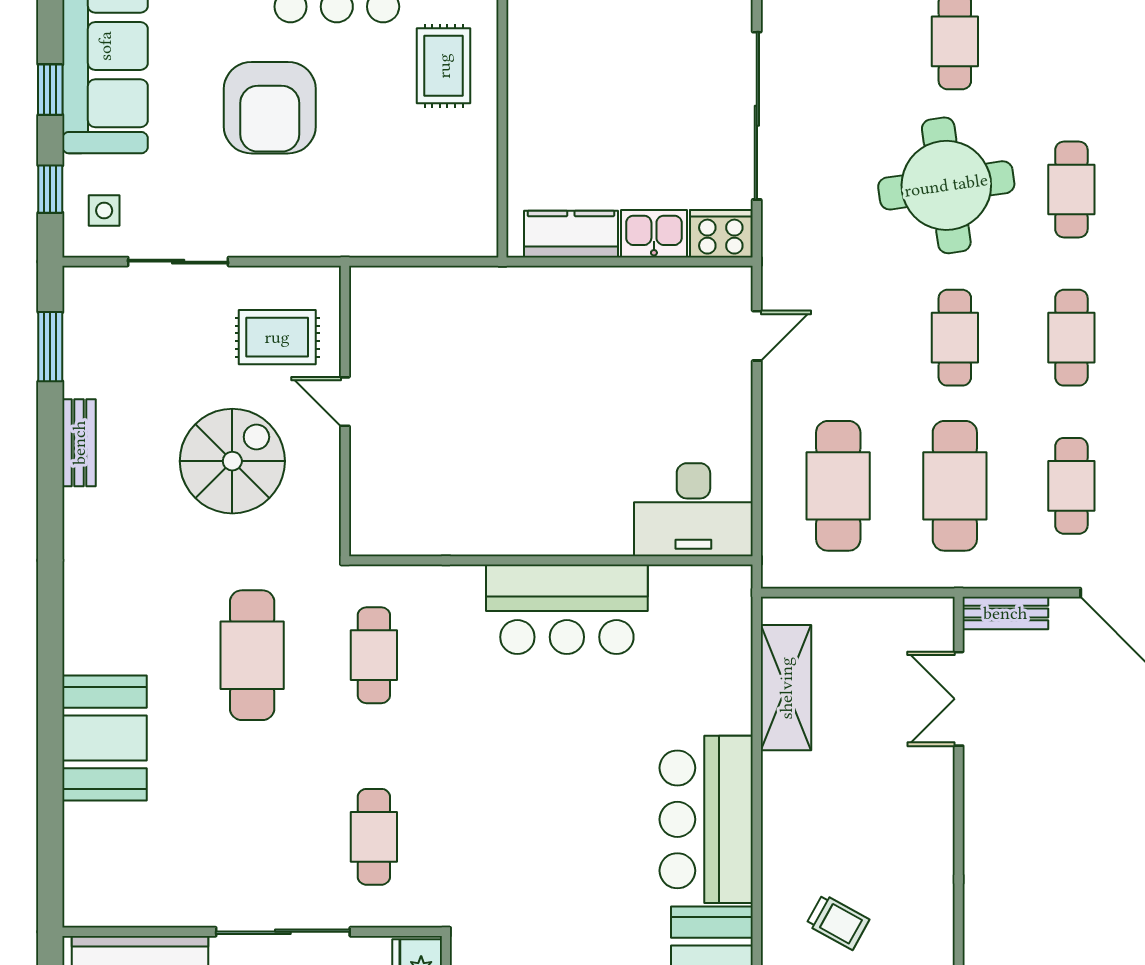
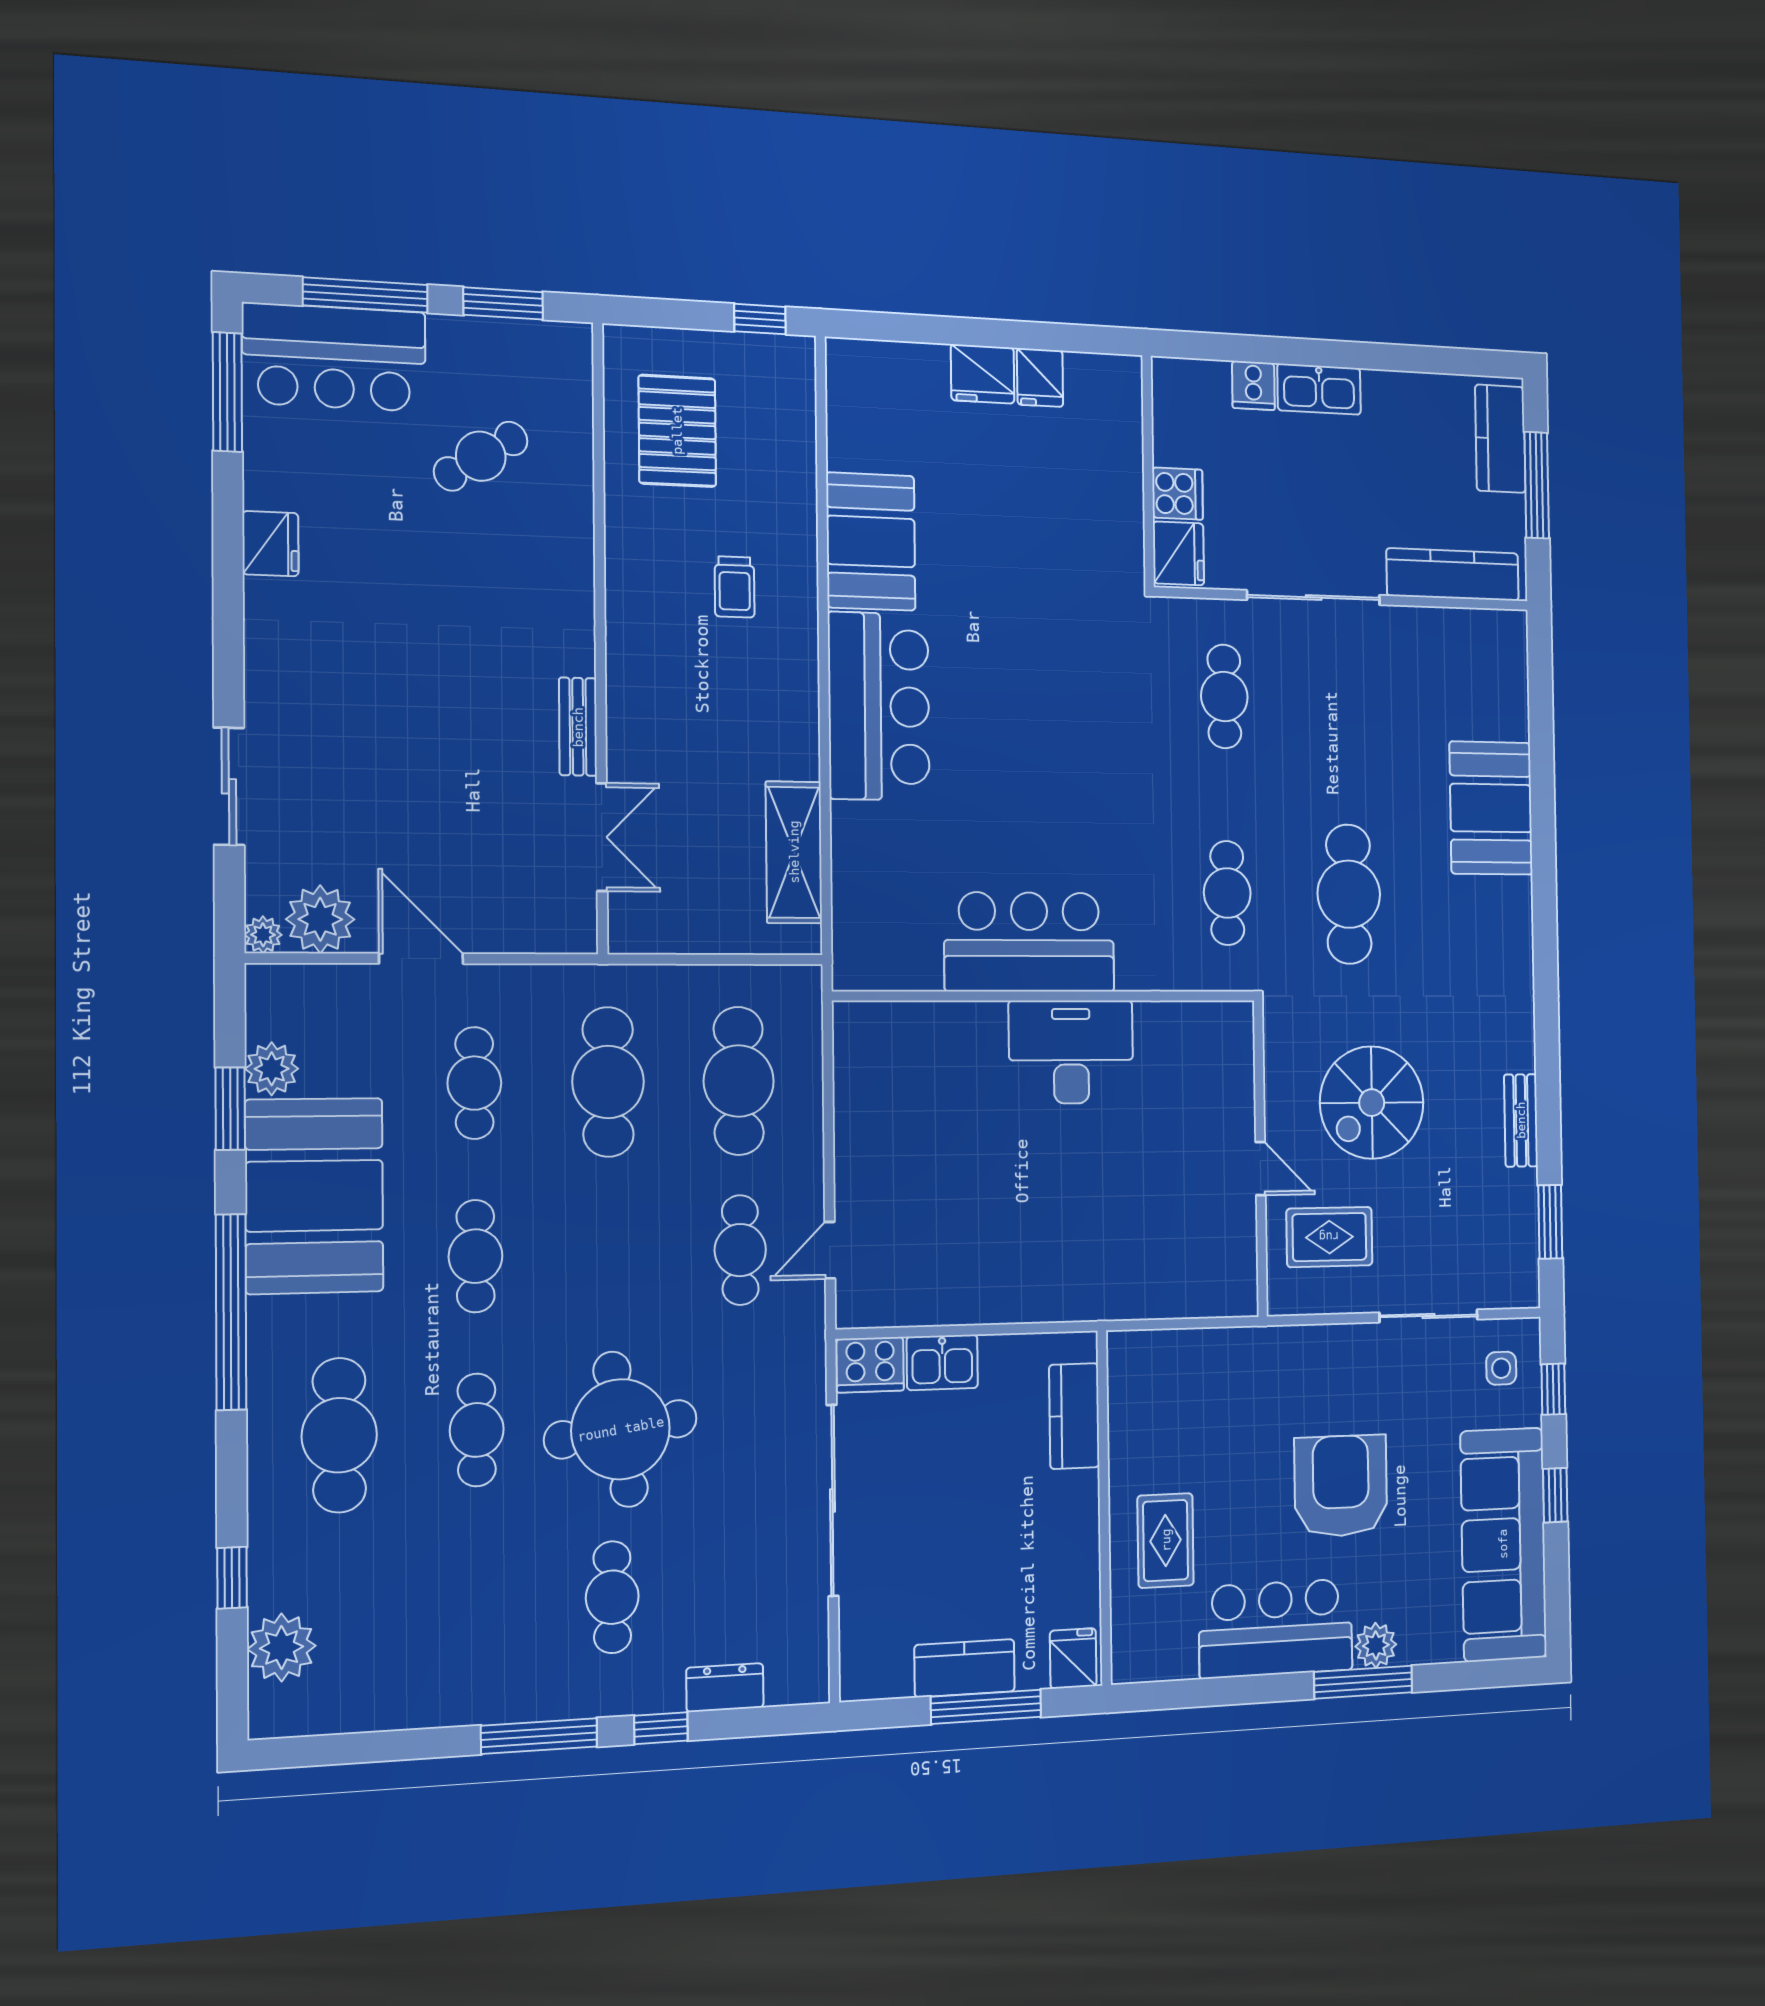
kitchen counter: (571, 234) -> (1074, 1416), moved, turned 90
cafe table: (955, 338) -> (740, 1250), moved
desk: (693, 510) -> (1071, 1052), moved
bench: (1005, 613) -> (578, 727), moved, turned 90
trolley: (838, 922) -> (735, 587), turned -119

